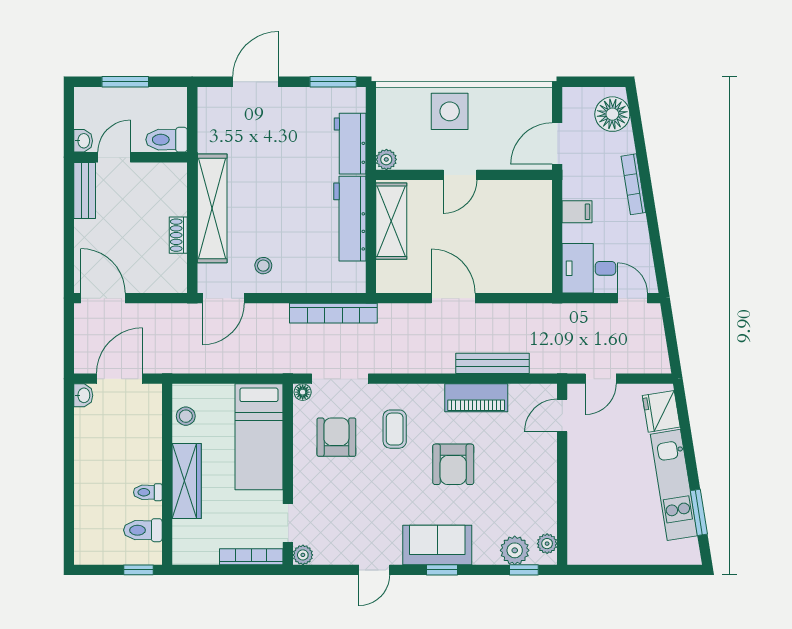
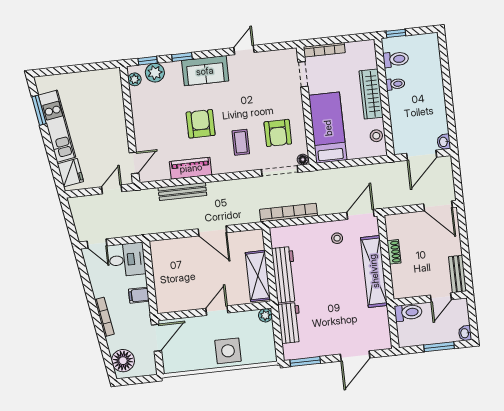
washbasin: (83, 141) -> (465, 333), moved
plant: (303, 555) -> (291, 55), removed
window: (442, 570) -> (182, 57), moved

